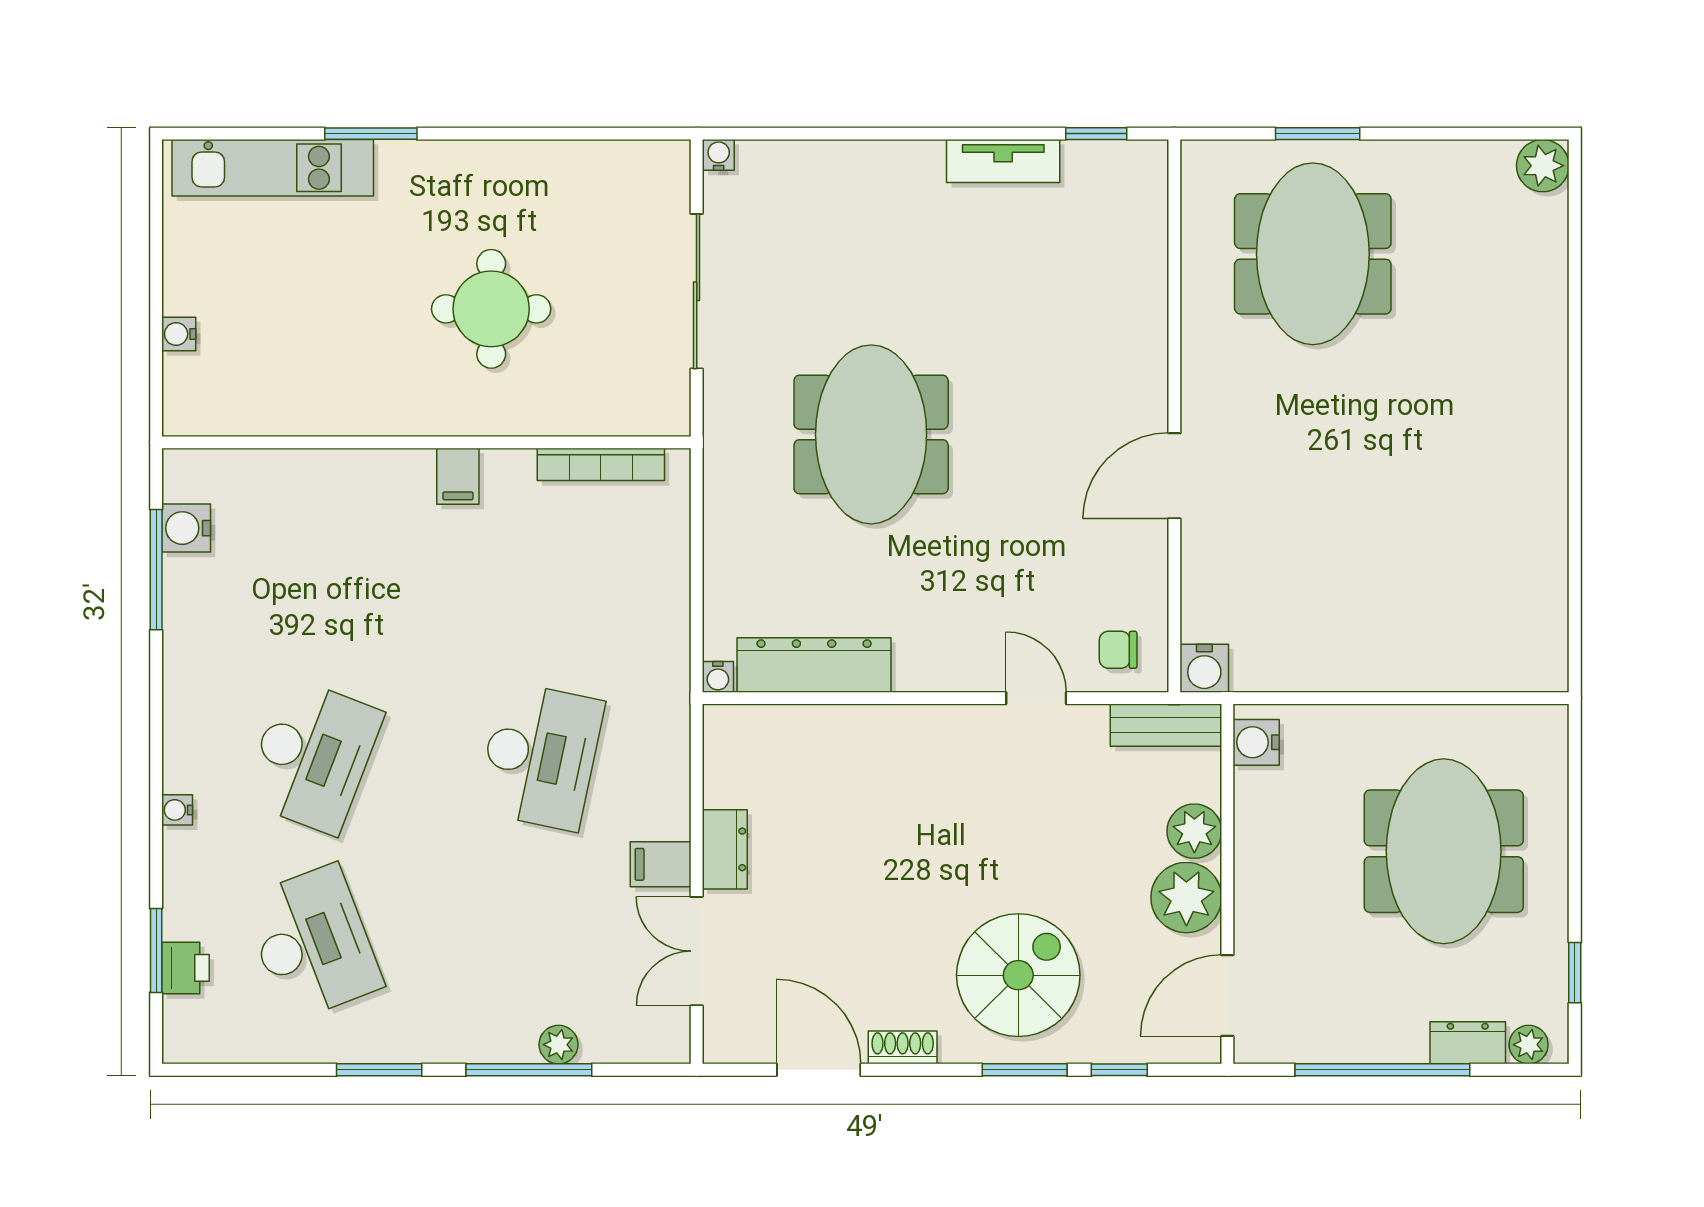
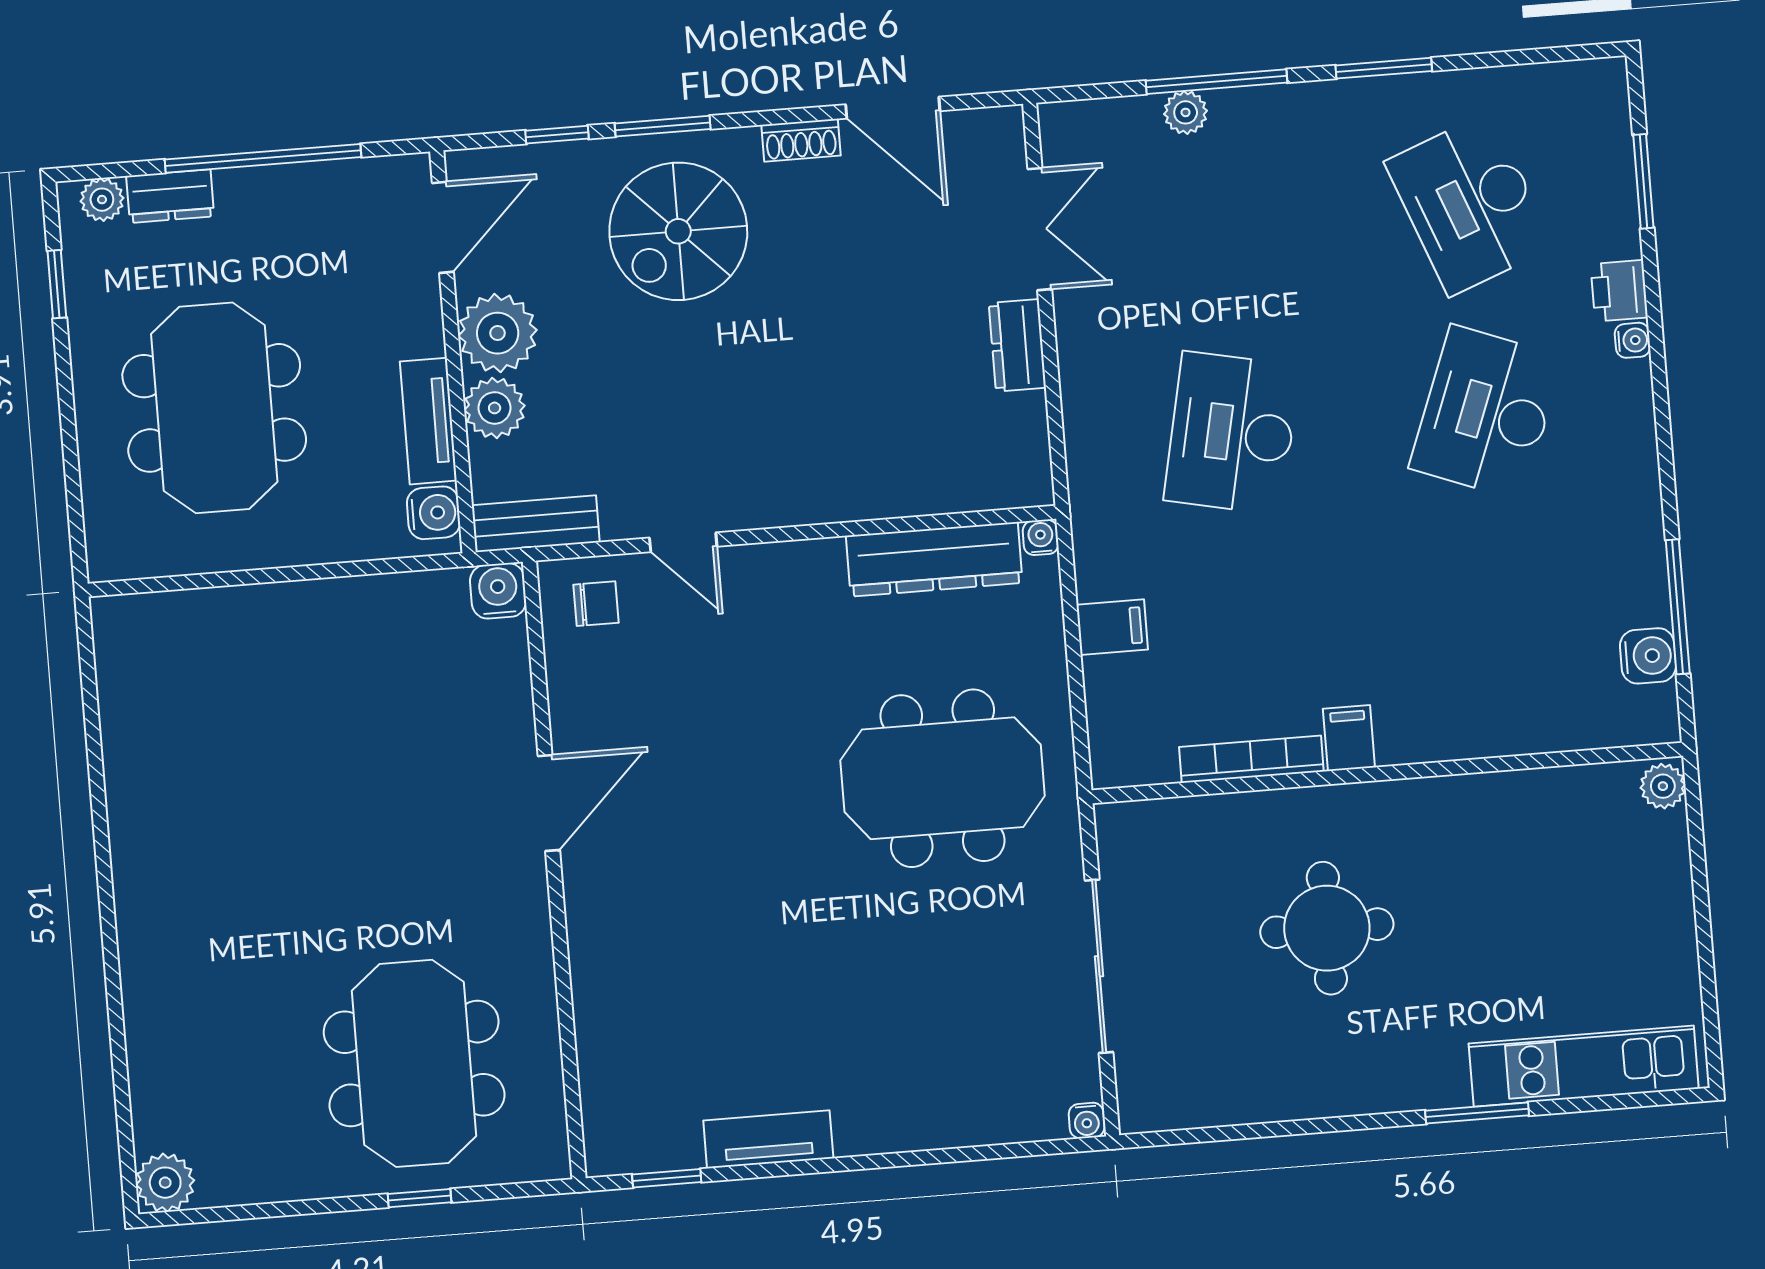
window: (1318, 134) -> (419, 1198), width x0.67
water cooler: (179, 334) -> (1674, 872), removed
plant: (182, 411) -> (1663, 786), added
meeting table: (871, 434) -> (943, 778), moved, turned 90
bookcase: (601, 464) -> (1251, 759), moved
tv unit: (1254, 824) -> (428, 421), added
filing cabinet: (661, 864) -> (1112, 627), moved
printer: (185, 968) -> (1619, 291), moved

